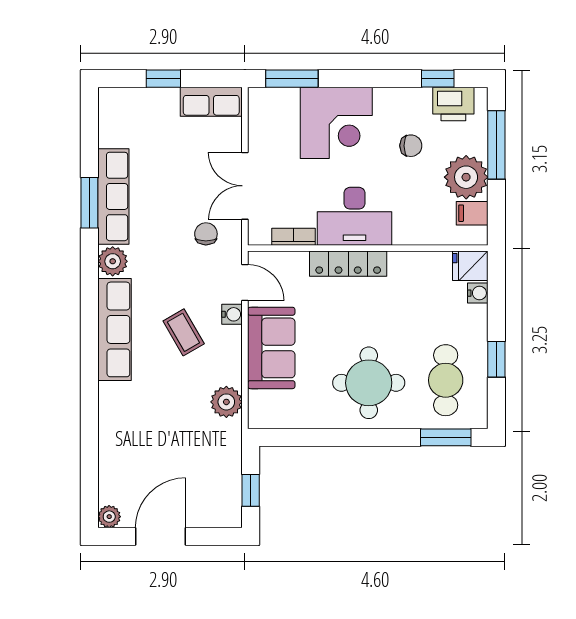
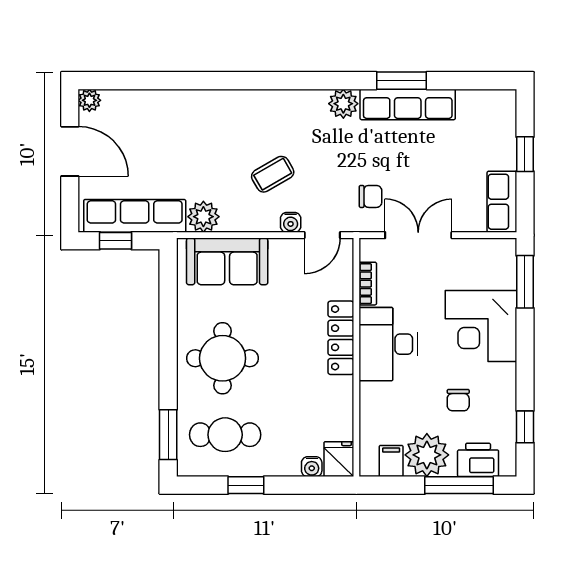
printer: (453, 104) -> (478, 460), moved, turned 90
row of seats: (114, 329) -> (135, 216), moved, turned 180
sofa: (271, 348) -> (227, 261), moved

